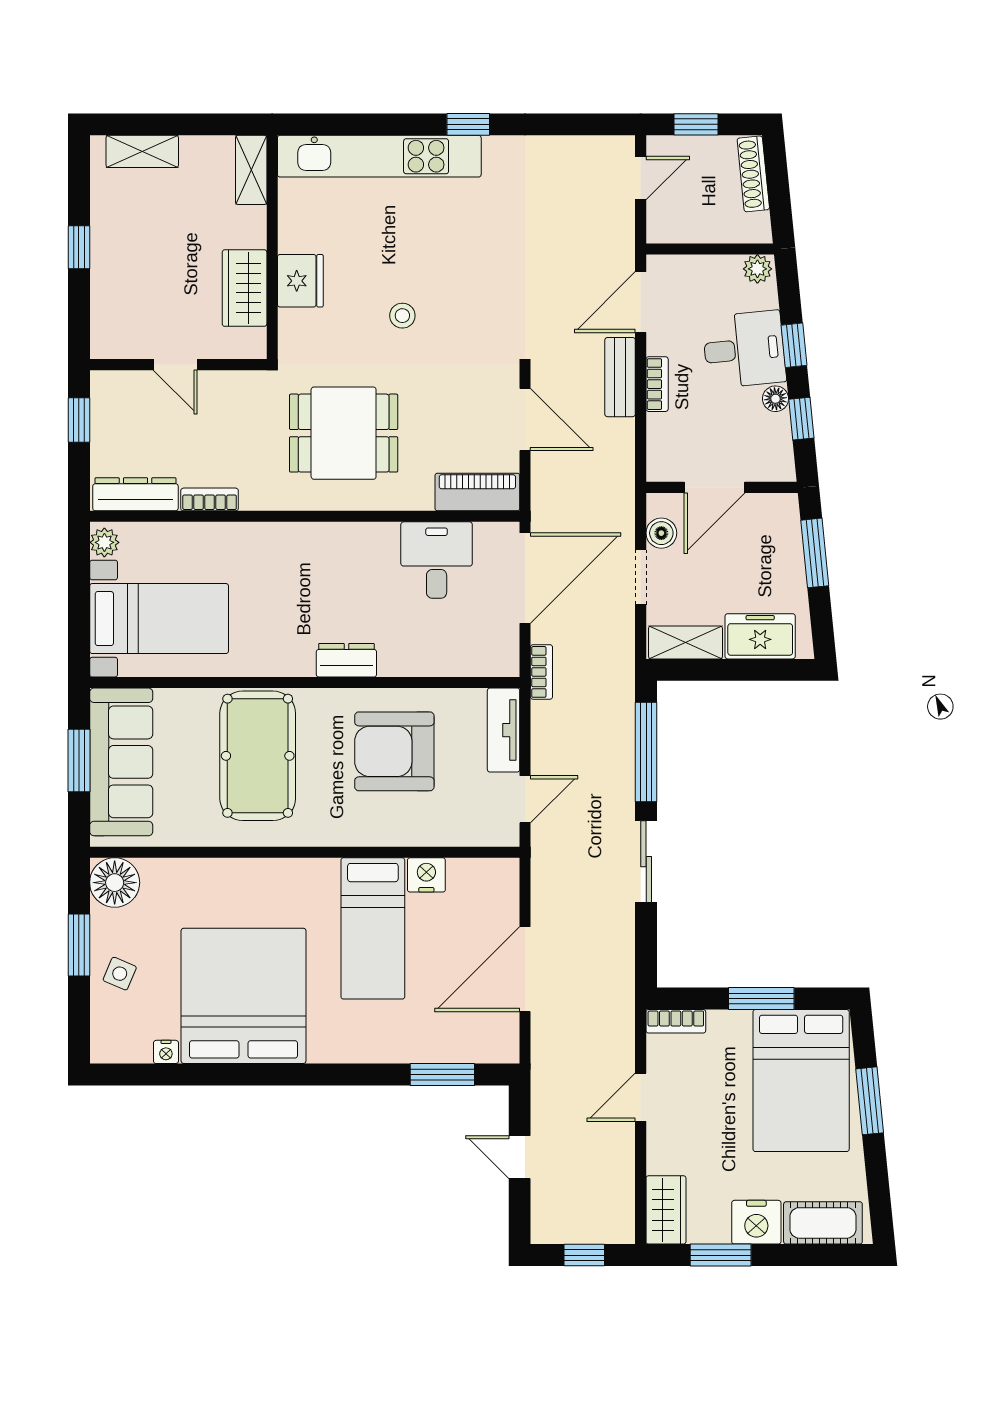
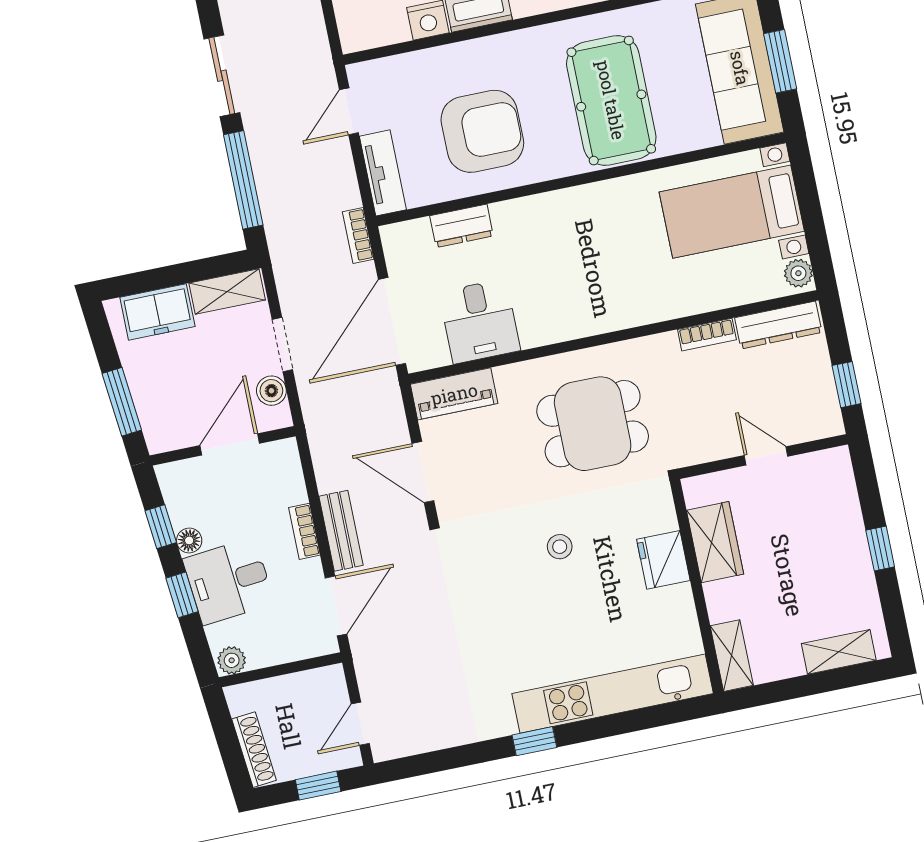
dresser: (346, 660) -> (462, 226), moved

